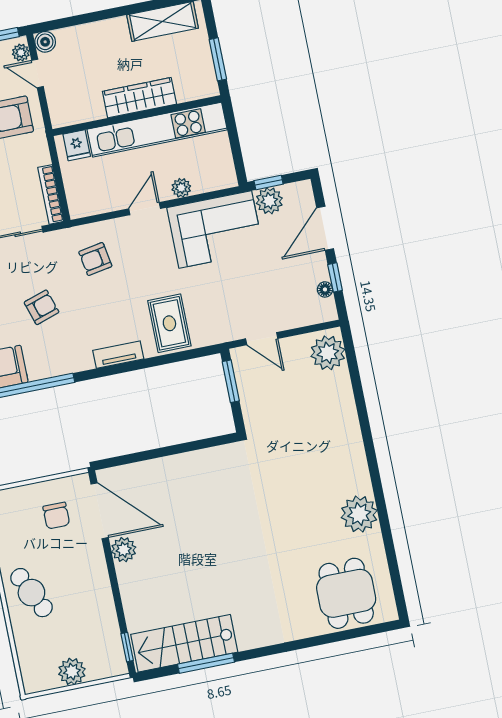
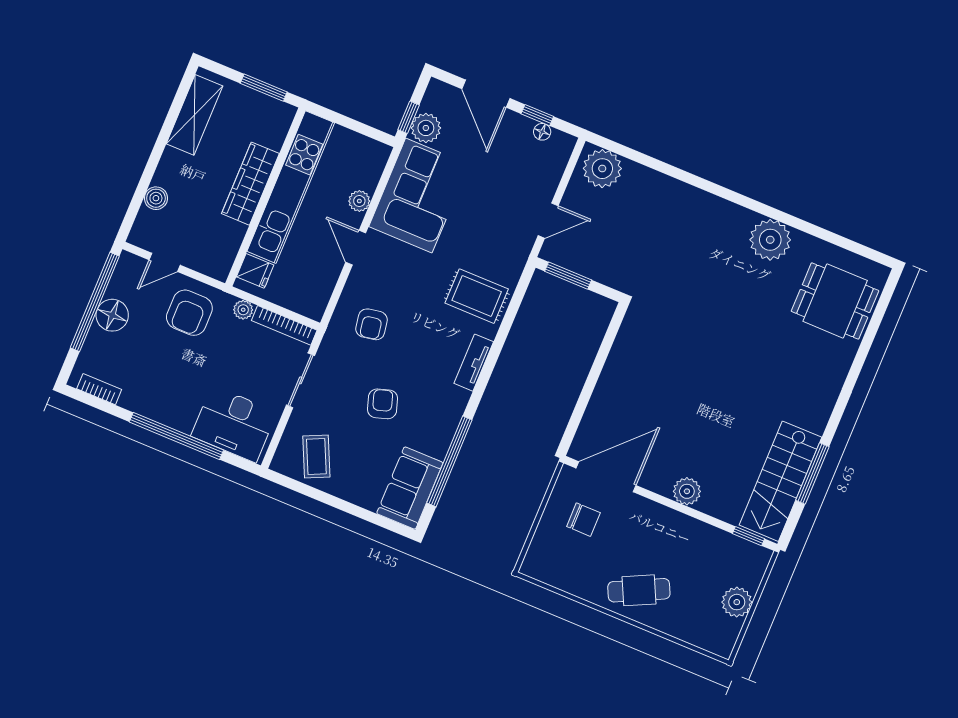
boiler: (45, 42) -> (156, 198), moved
plant: (21, 53) -> (243, 310), moved
plant: (124, 550) -> (687, 491), moved

